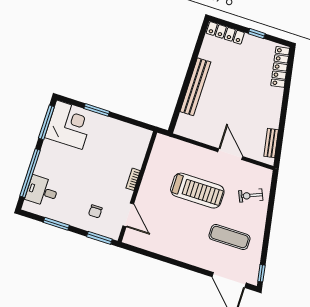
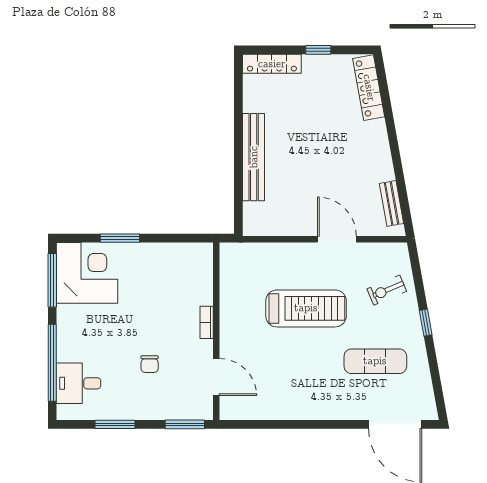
chair: (95, 211) -> (150, 364), moved
window: (261, 273) -> (426, 323), moved

